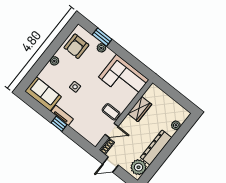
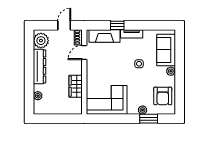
armchair: (76, 46) -> (163, 96), turned 180
sofa: (43, 94) -> (166, 50), moved, turned 90
coffee table: (111, 112) -> (96, 66), removed
window: (59, 124) -> (117, 25), moved
fireplace: (85, 131) -> (104, 36), added

